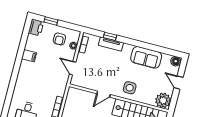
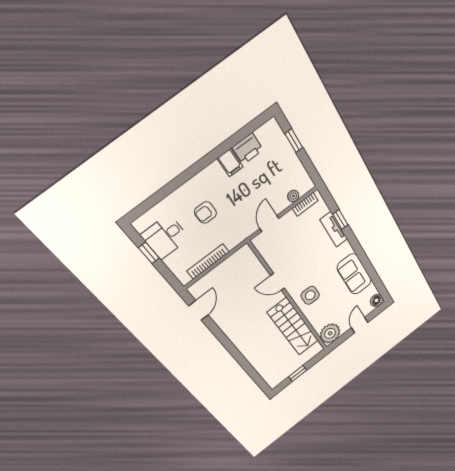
printer: (36, 27) -> (248, 149), moved
armchair: (59, 39) -> (206, 213), moved

